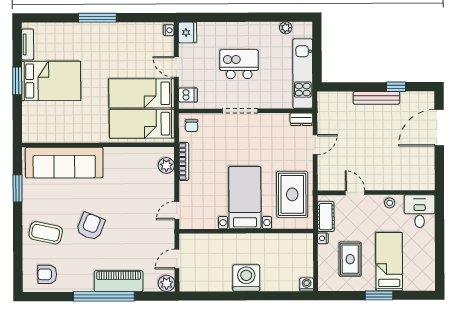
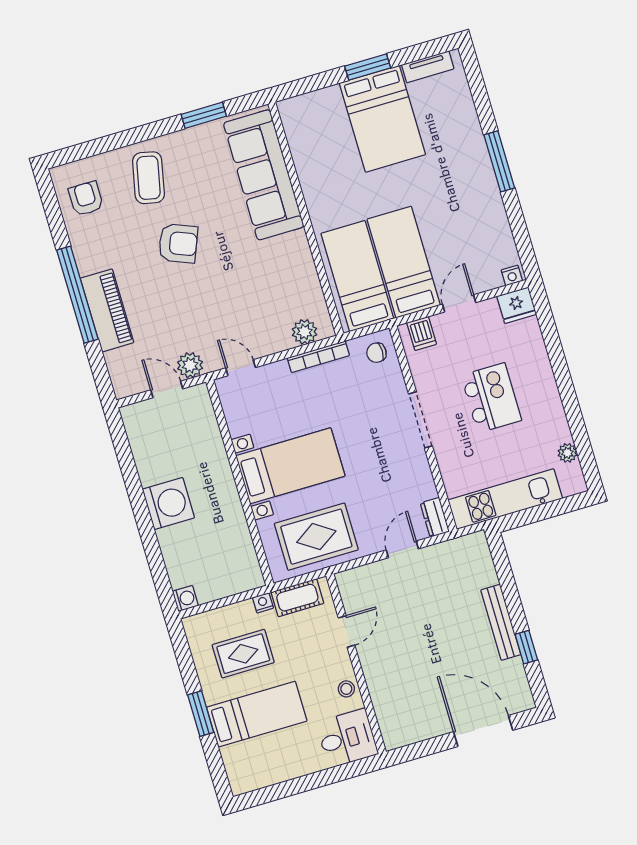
door: (315, 145) -> (402, 549), swing flipped
plant: (167, 283) -> (190, 365), moved

